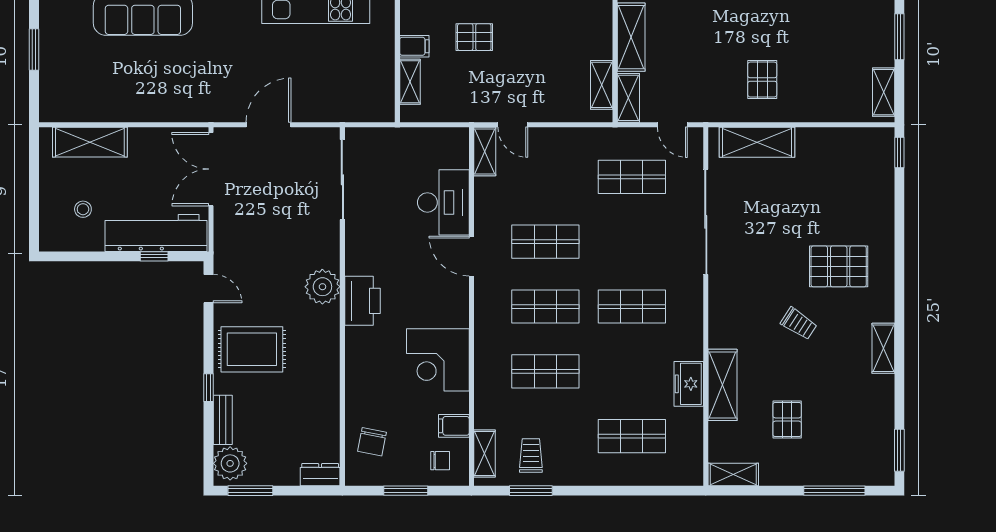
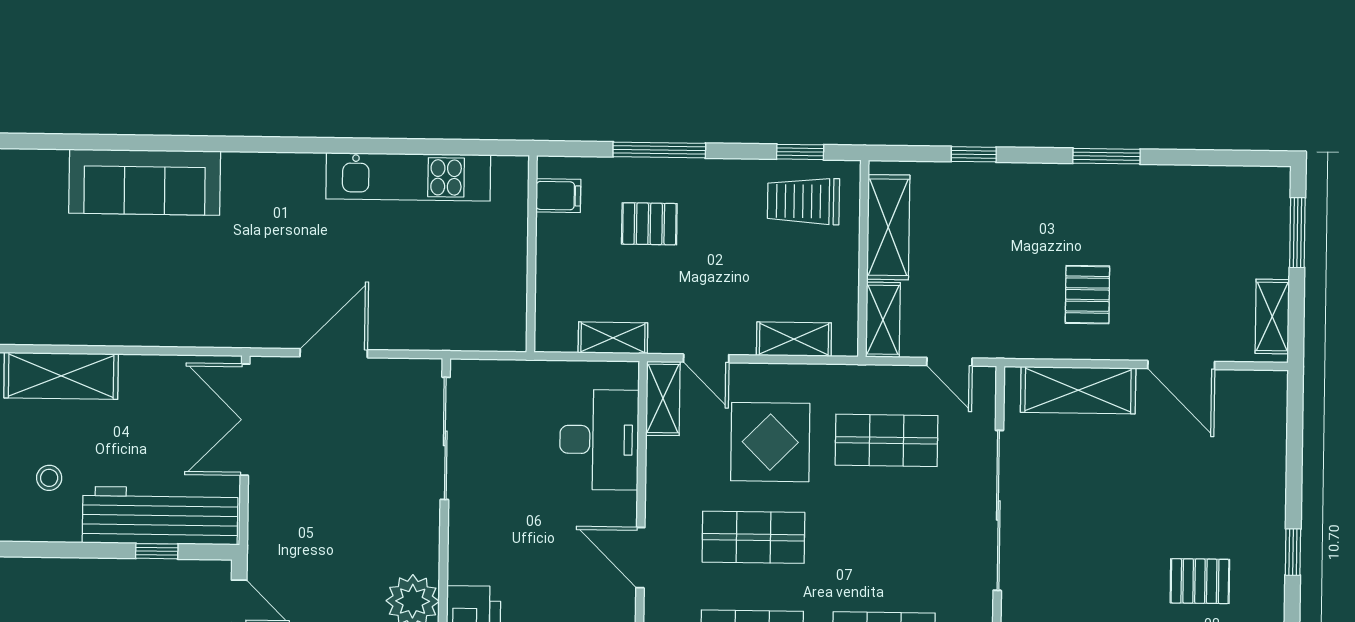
trolley: (575, 21) -> (803, 201), added
filing cabinet: (414, 46) -> (558, 196), moved
shelving: (410, 82) -> (613, 338), moved, turned 90
shelving: (602, 85) -> (794, 339), moved, turned 90
door: (824, 125) -> (1181, 365), added
window: (899, 153) -> (1293, 552), moved
display table: (556, 179) -> (770, 442), added
desk: (443, 202) -> (599, 440), moved
pallet: (839, 266) -> (1200, 581), width x0.67, depth x0.71

